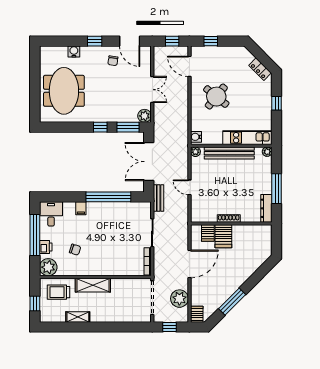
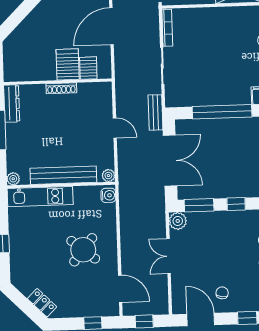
locker: (260, 69) -> (42, 303), moved

